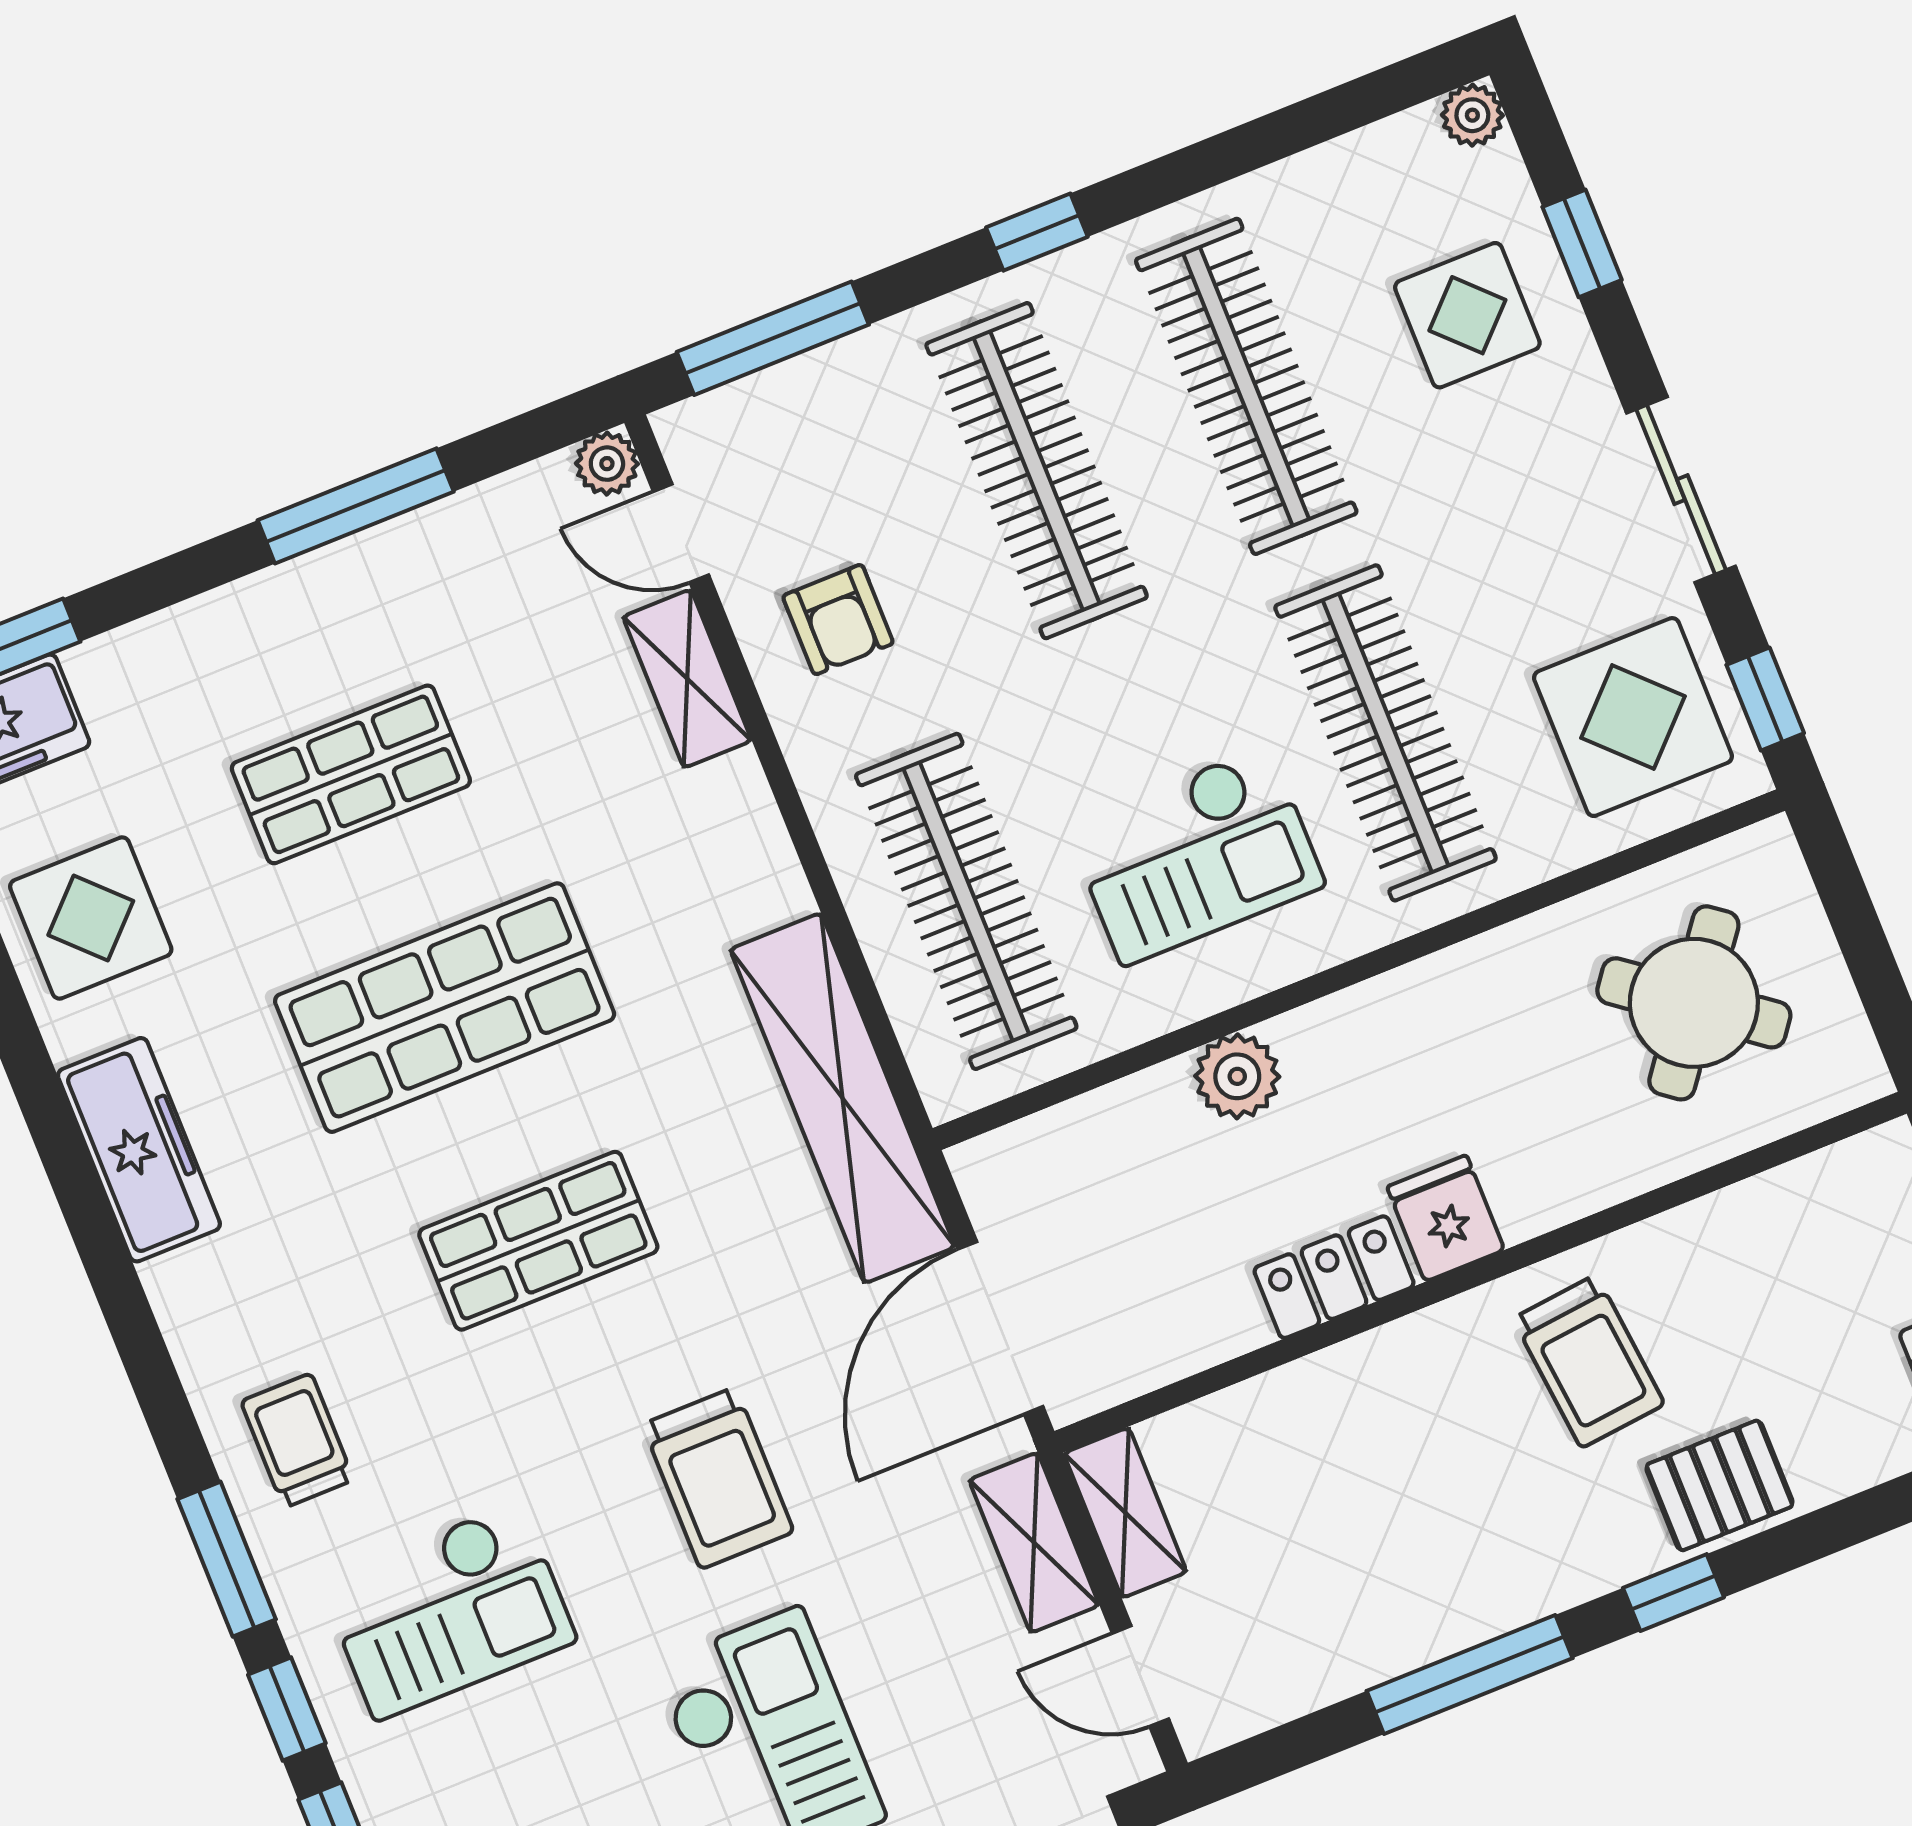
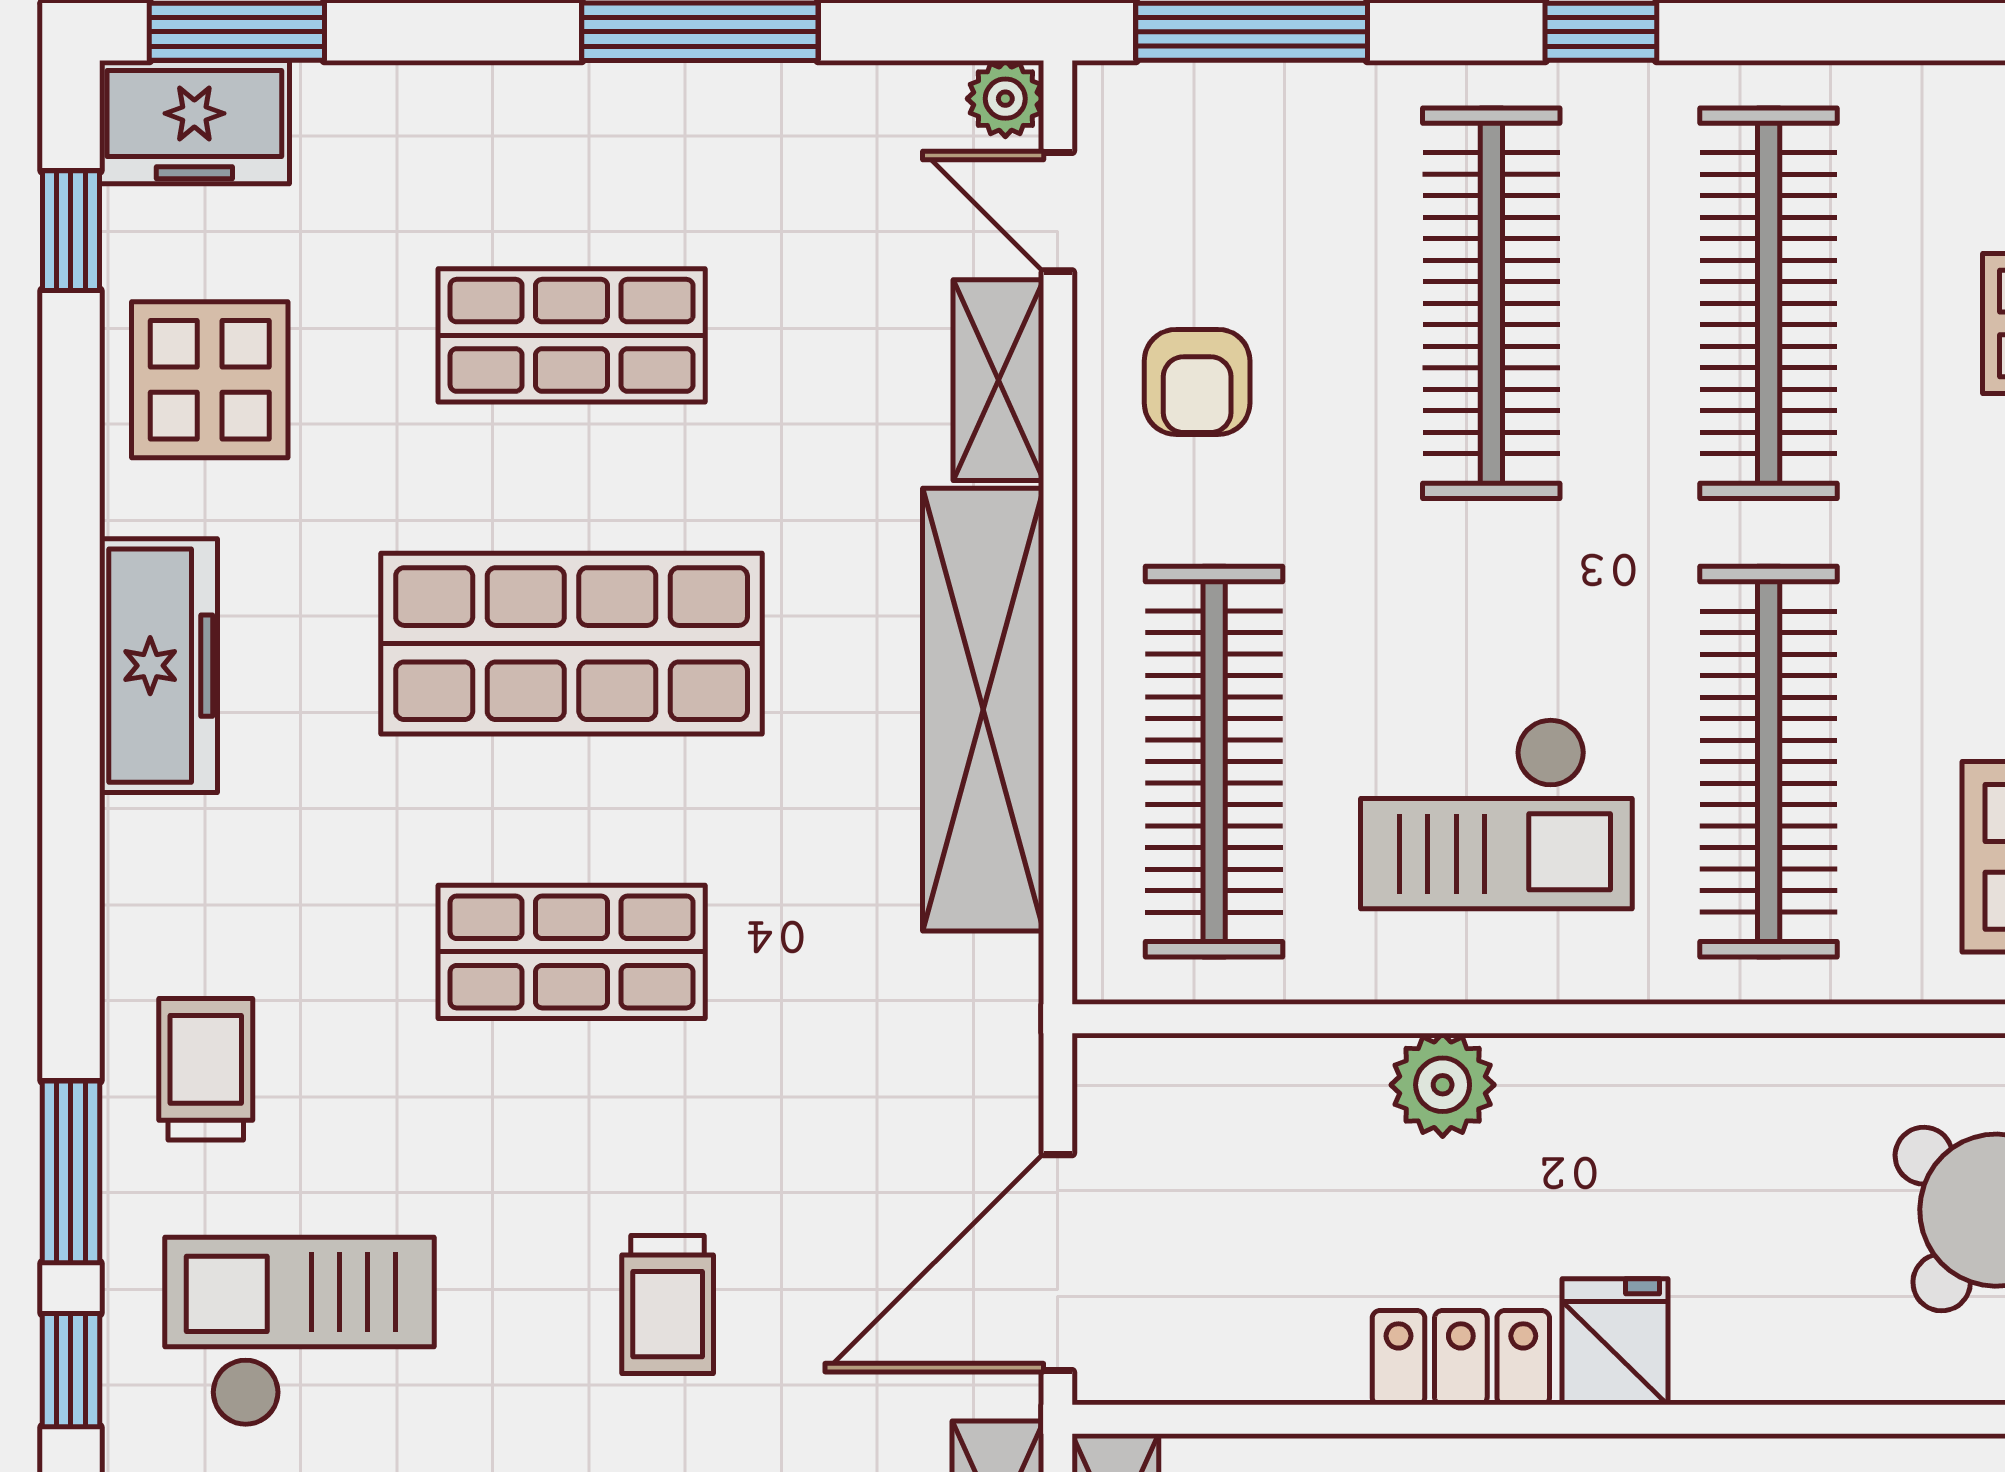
shelving: (842, 1098) -> (983, 710), moved
trolley: (718, 1478) -> (668, 1304), width x0.73, depth x0.72
checkout: (448, 1611) -> (299, 1332), turned 180

